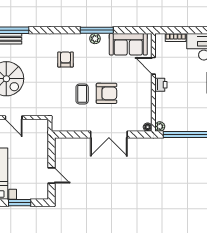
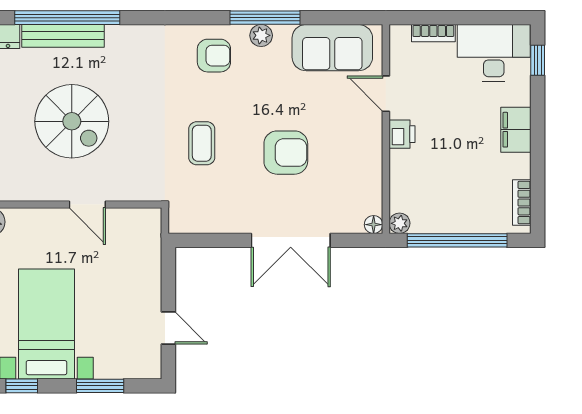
armchair: (65, 60) -> (214, 56), moved, turned 90
coffee table: (82, 94) -> (202, 143), moved

